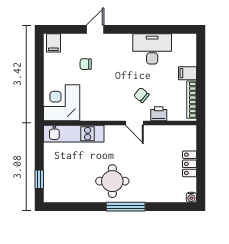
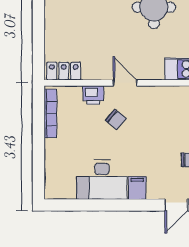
filing cabinet: (188, 73) -> (137, 188), moved, turned -90
locker: (190, 164) -> (64, 71), moved, turned -90

